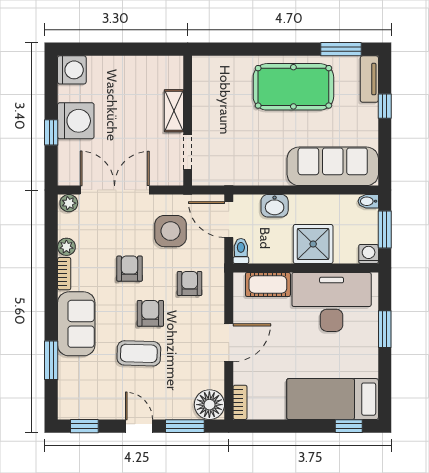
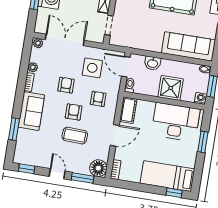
cot: (268, 284) -> (128, 110), moved, turned 90
coffee table: (139, 353) -> (75, 136), moved

